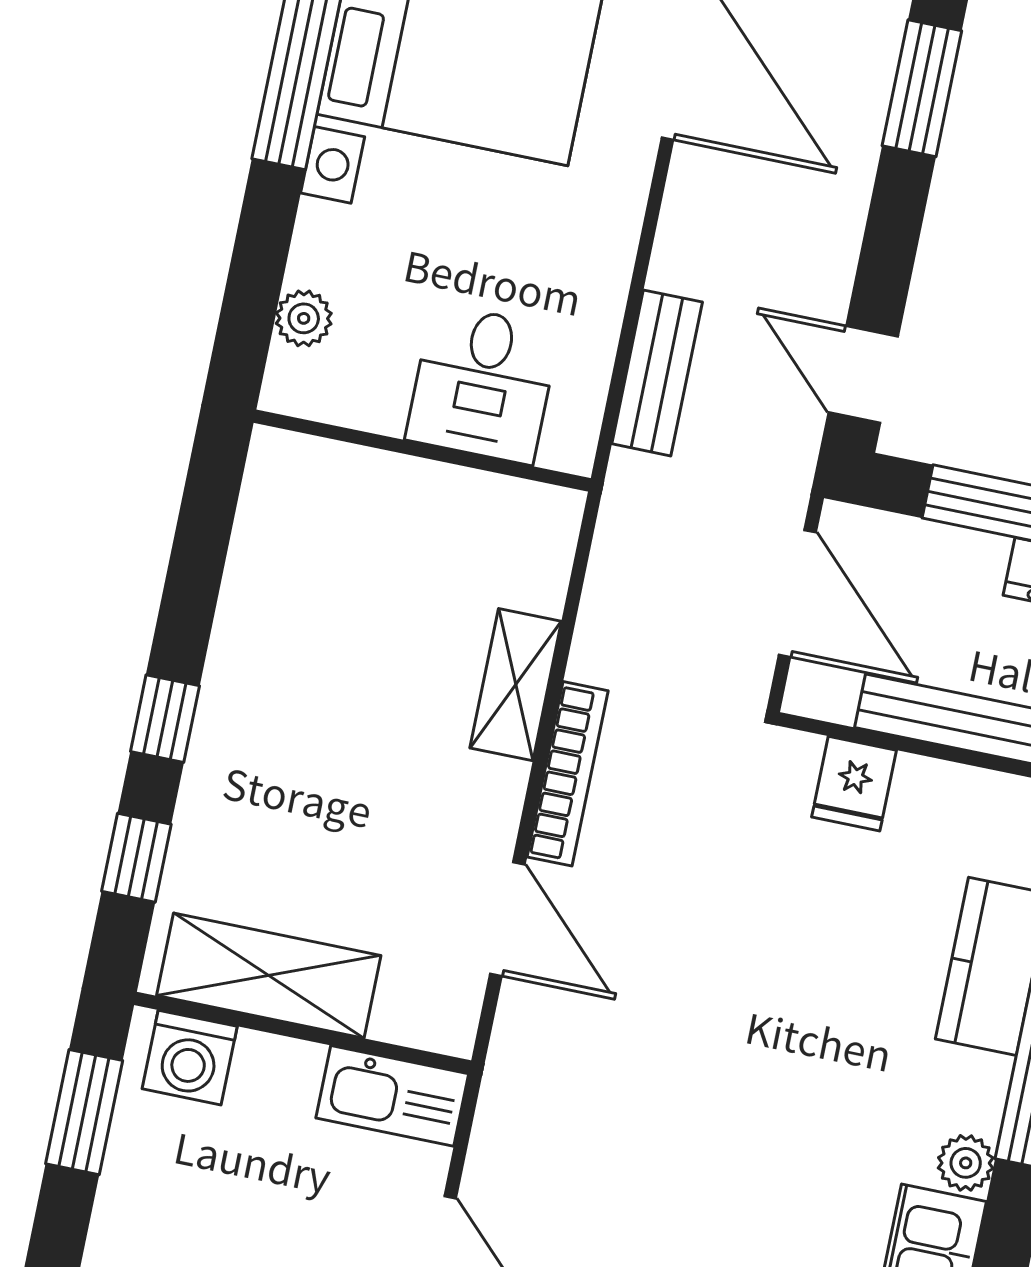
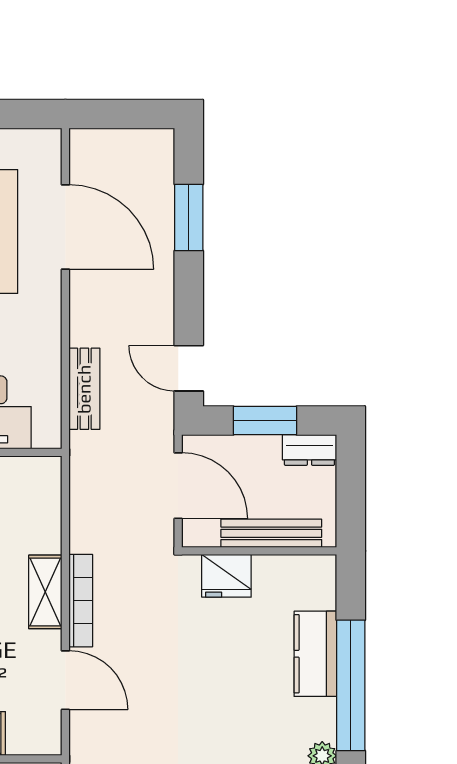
shelving: (516, 685) -> (45, 592), moved
fridge: (854, 784) -> (226, 576), width x1.38

